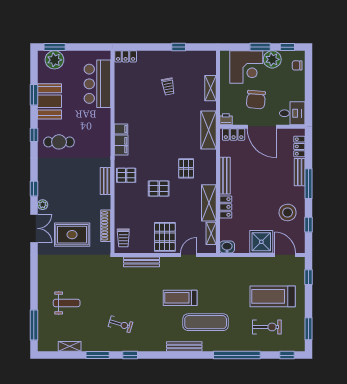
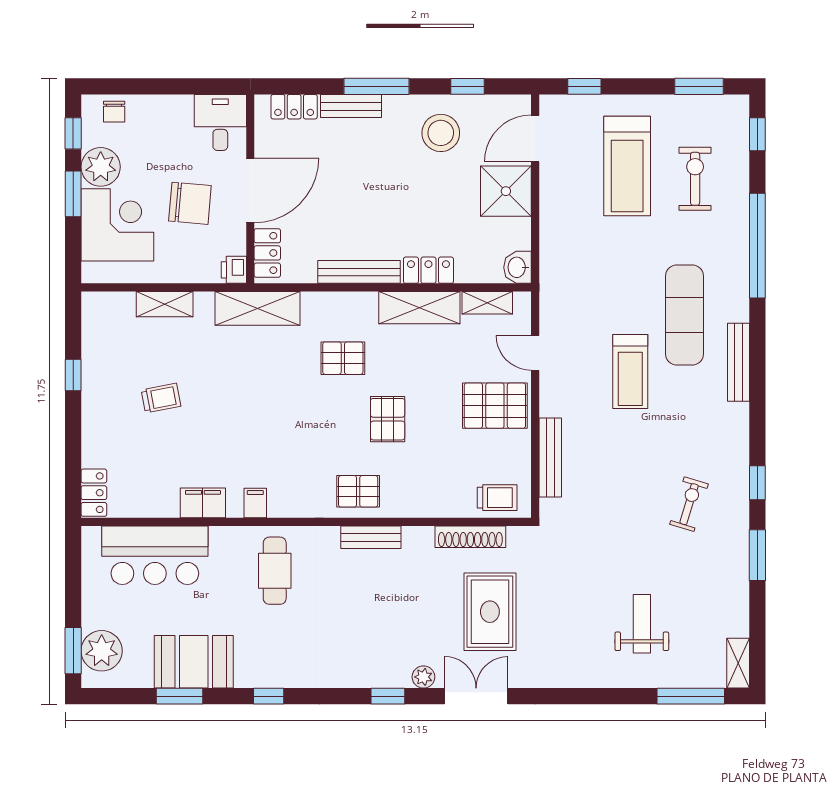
cafe table: (59, 142) -> (275, 571), moved
filing cabinet: (121, 145) -> (203, 503), moved
pallet: (126, 175) -> (358, 491), turned 90
shelving: (70, 346) -> (738, 663), moved

